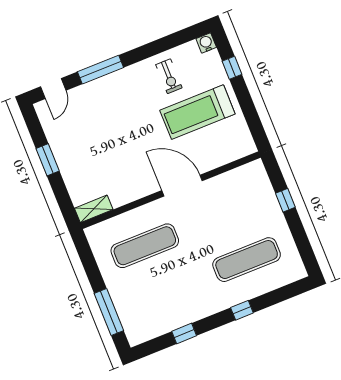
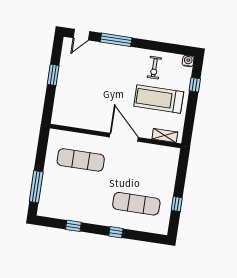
window: (285, 200) -> (177, 204), moved
shelving: (94, 209) -> (165, 136), moved

